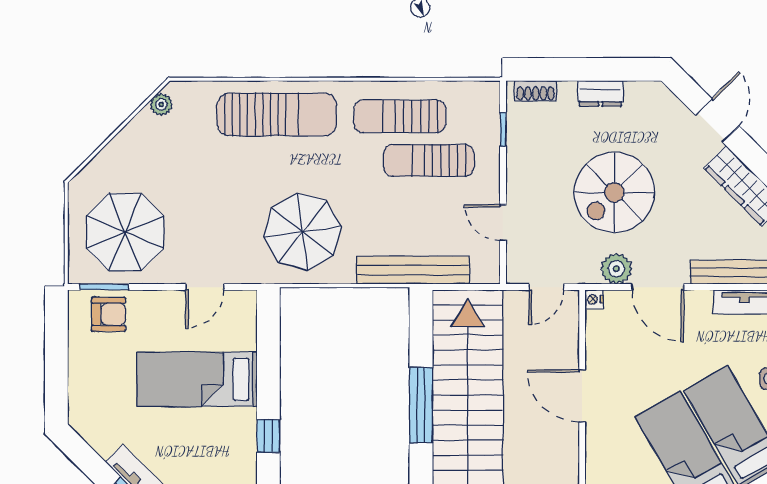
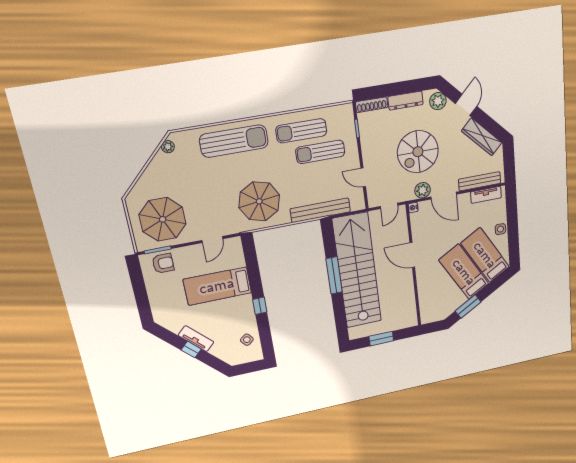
shoe rack: (536, 91) -> (372, 105), width x1.43
dresser: (600, 93) -> (406, 101), width x1.44
plant: (663, 104) -> (438, 101), added

